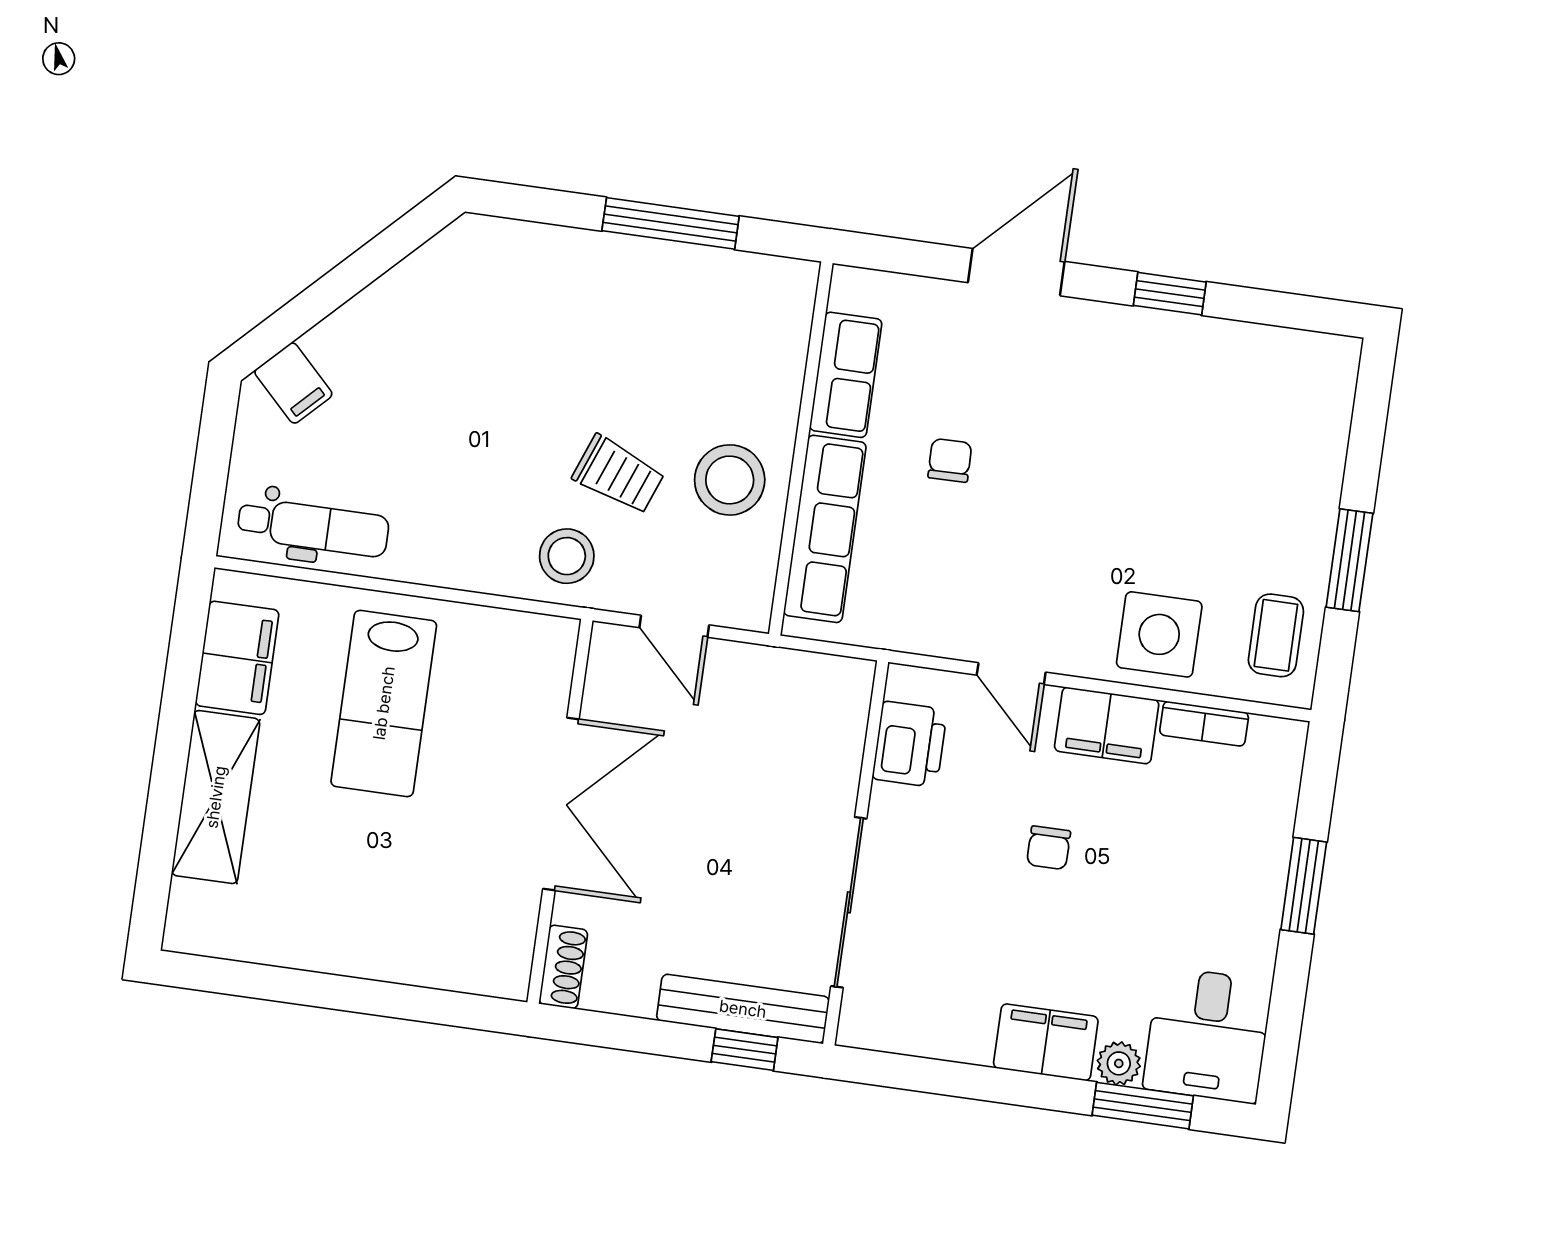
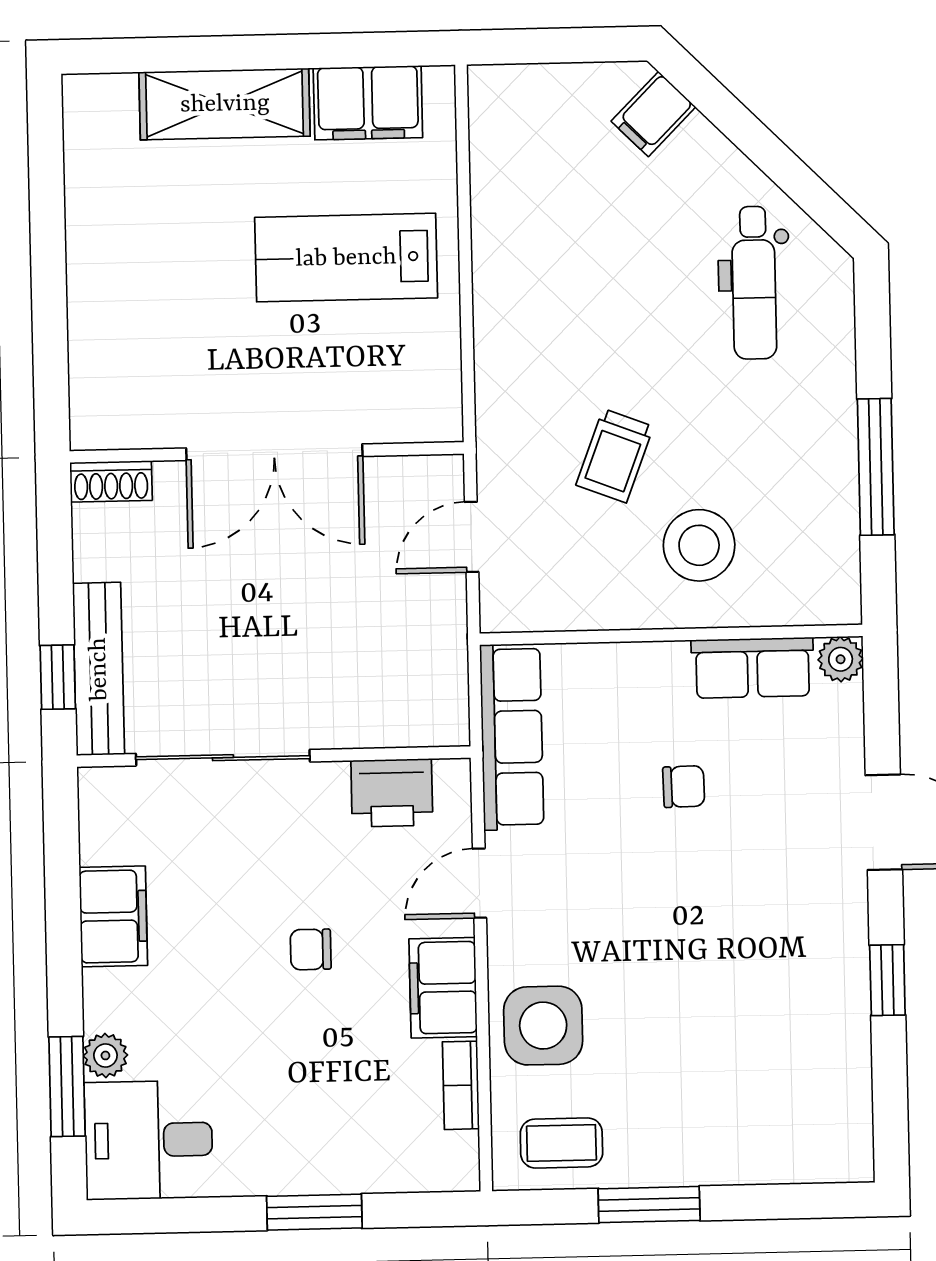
plant: (851, 288) -> (841, 659), added
stool: (730, 480) -> (699, 545), moved
dental chair: (313, 527) -> (754, 283), moved
row of seats: (825, 529) -> (512, 737), moved, turned -90
stool: (567, 556) -> (524, 417), removed
filing cabinet: (1046, 1042) -> (113, 916), moved

